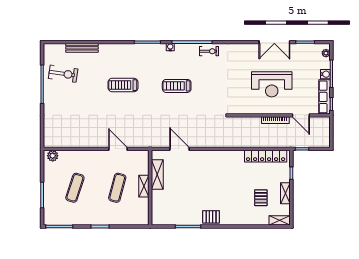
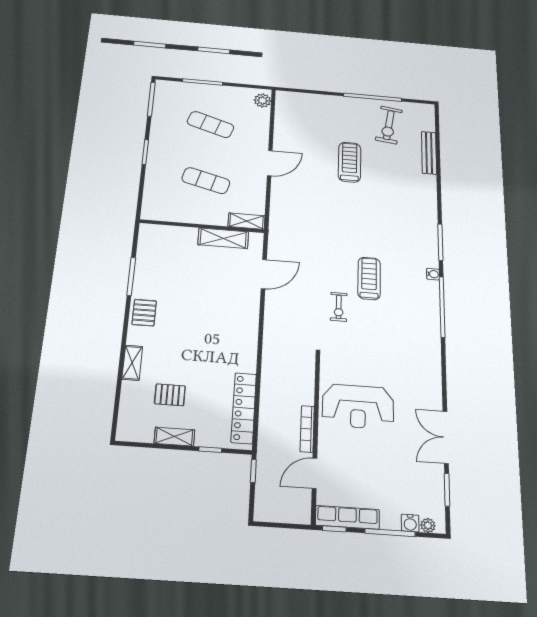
exercise bike: (209, 51) -> (339, 307), moved
water cooler: (325, 74) -> (410, 523), moved
reception desk: (272, 84) -> (358, 407), moved, turned -90
treadmill: (123, 85) -> (350, 162), moved
door: (118, 149) -> (270, 163), moved
shelving: (144, 186) -> (247, 221), moved
shelving: (280, 220) -> (132, 363), moved

